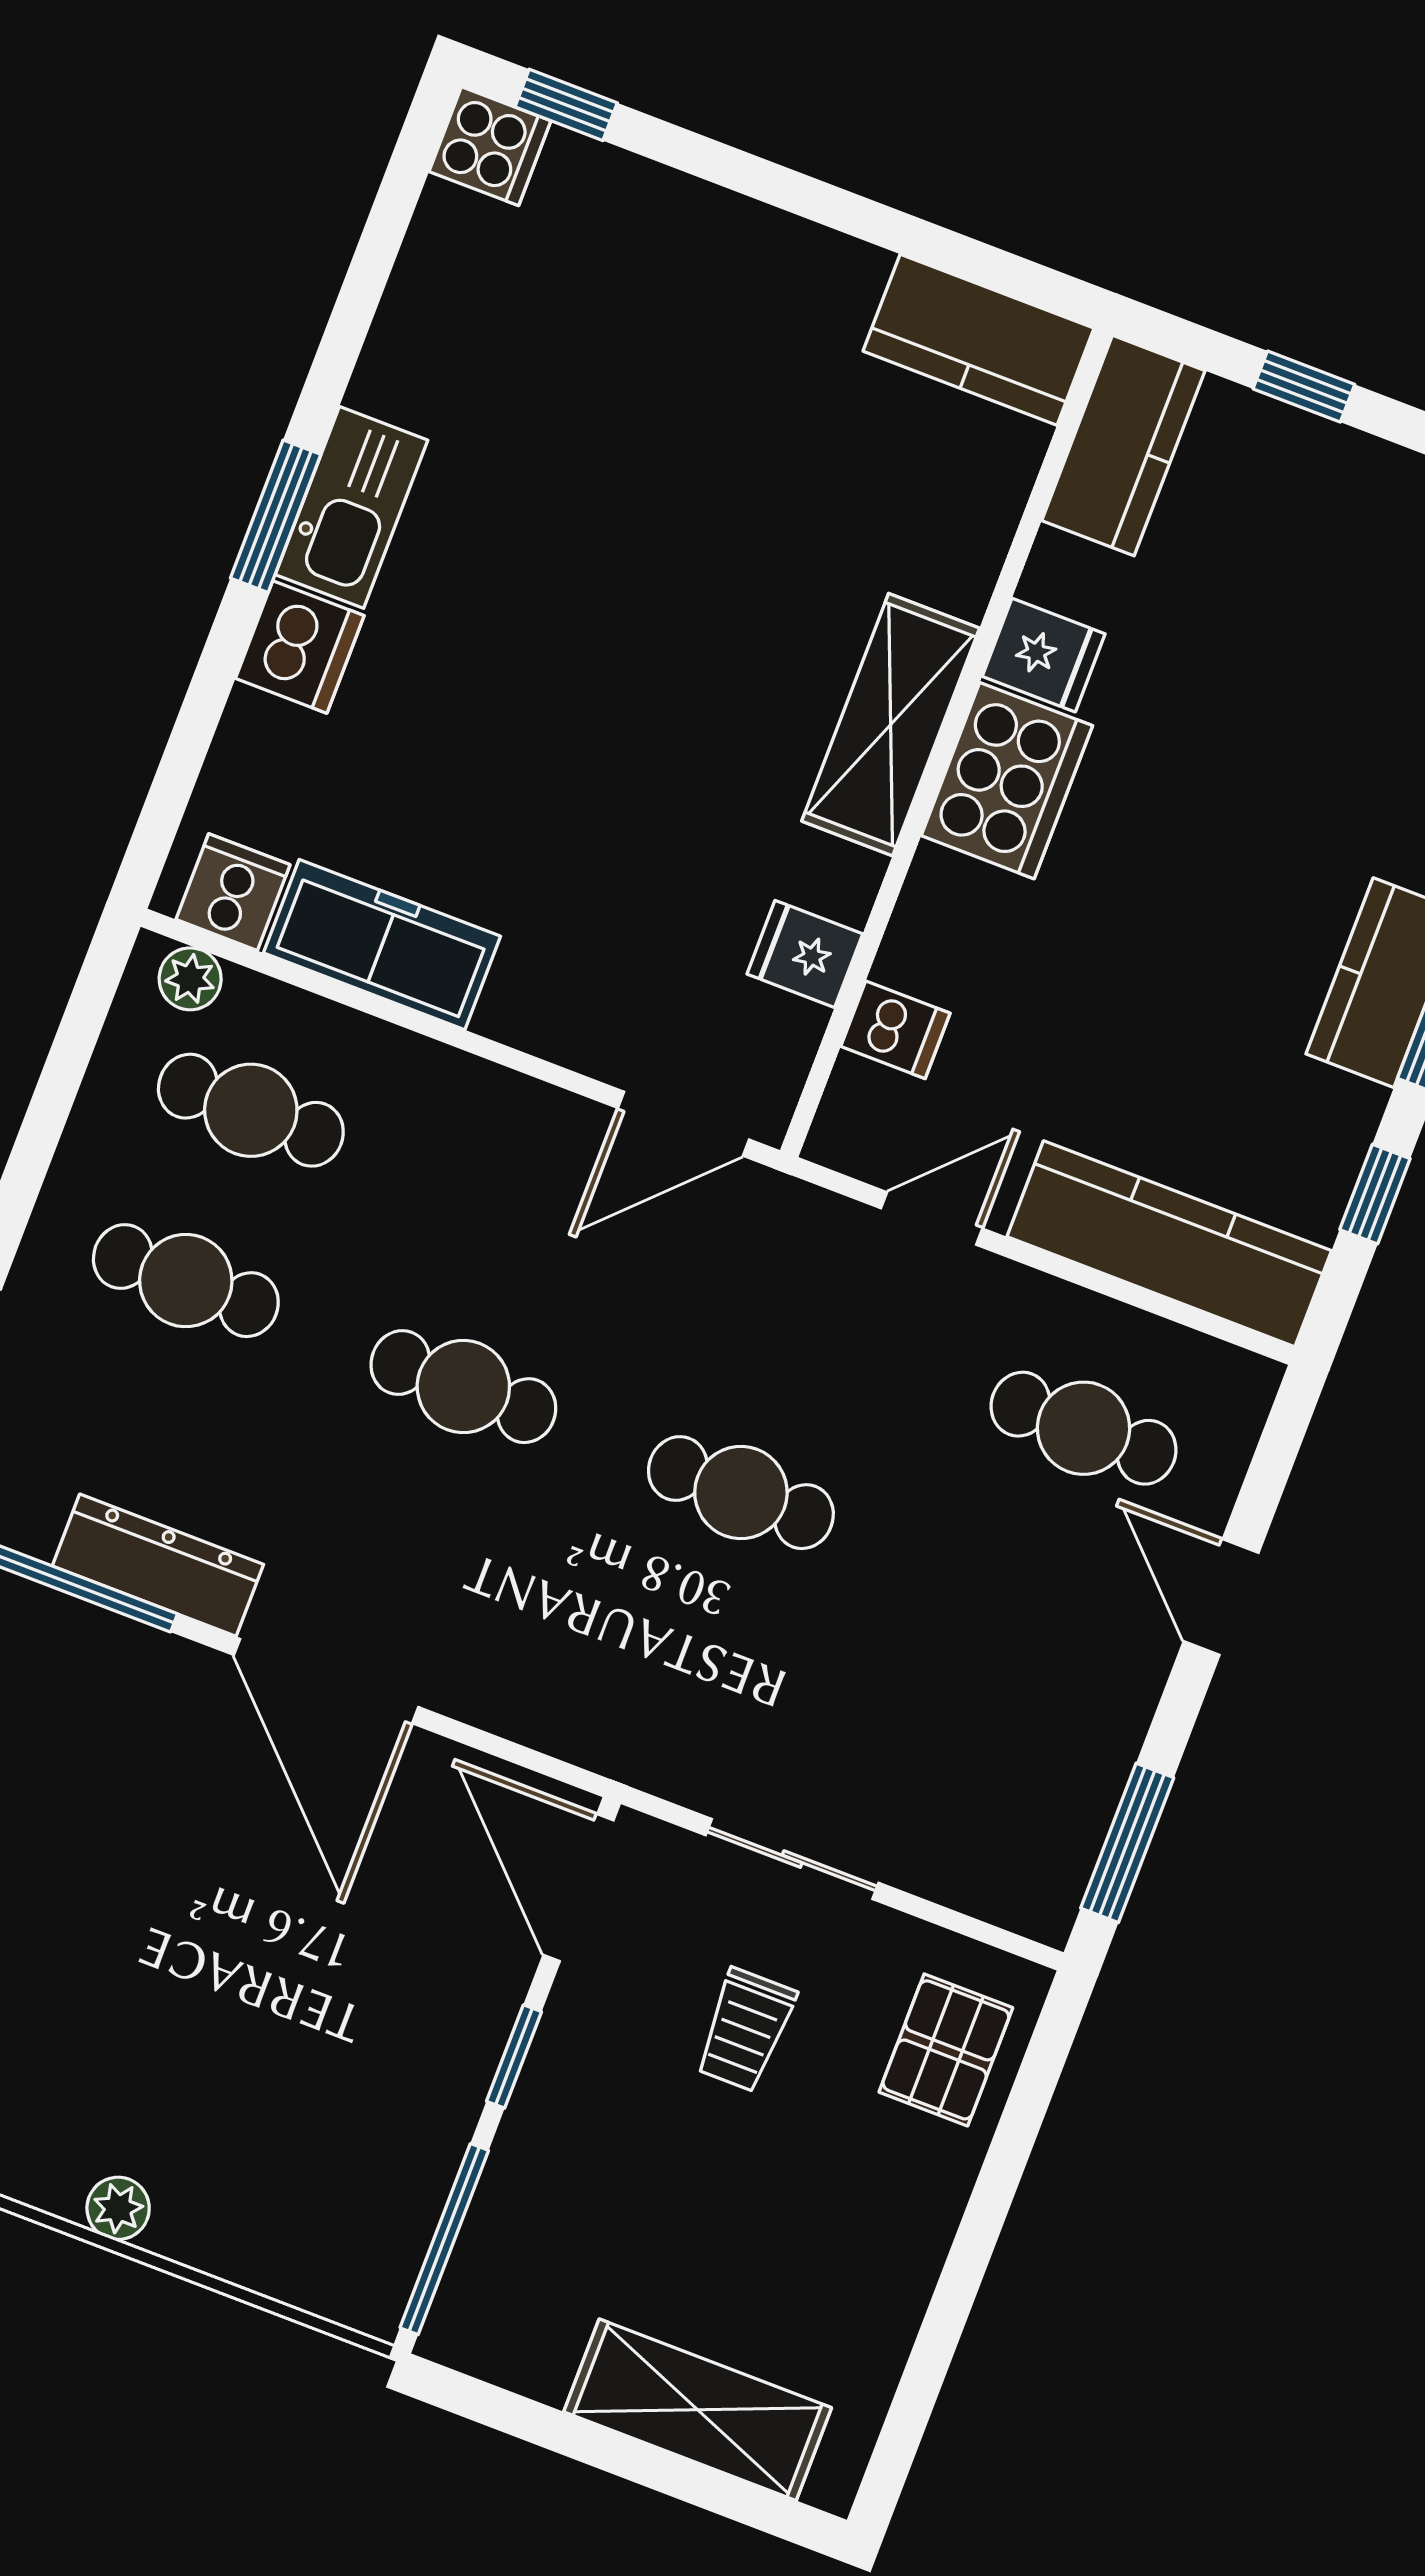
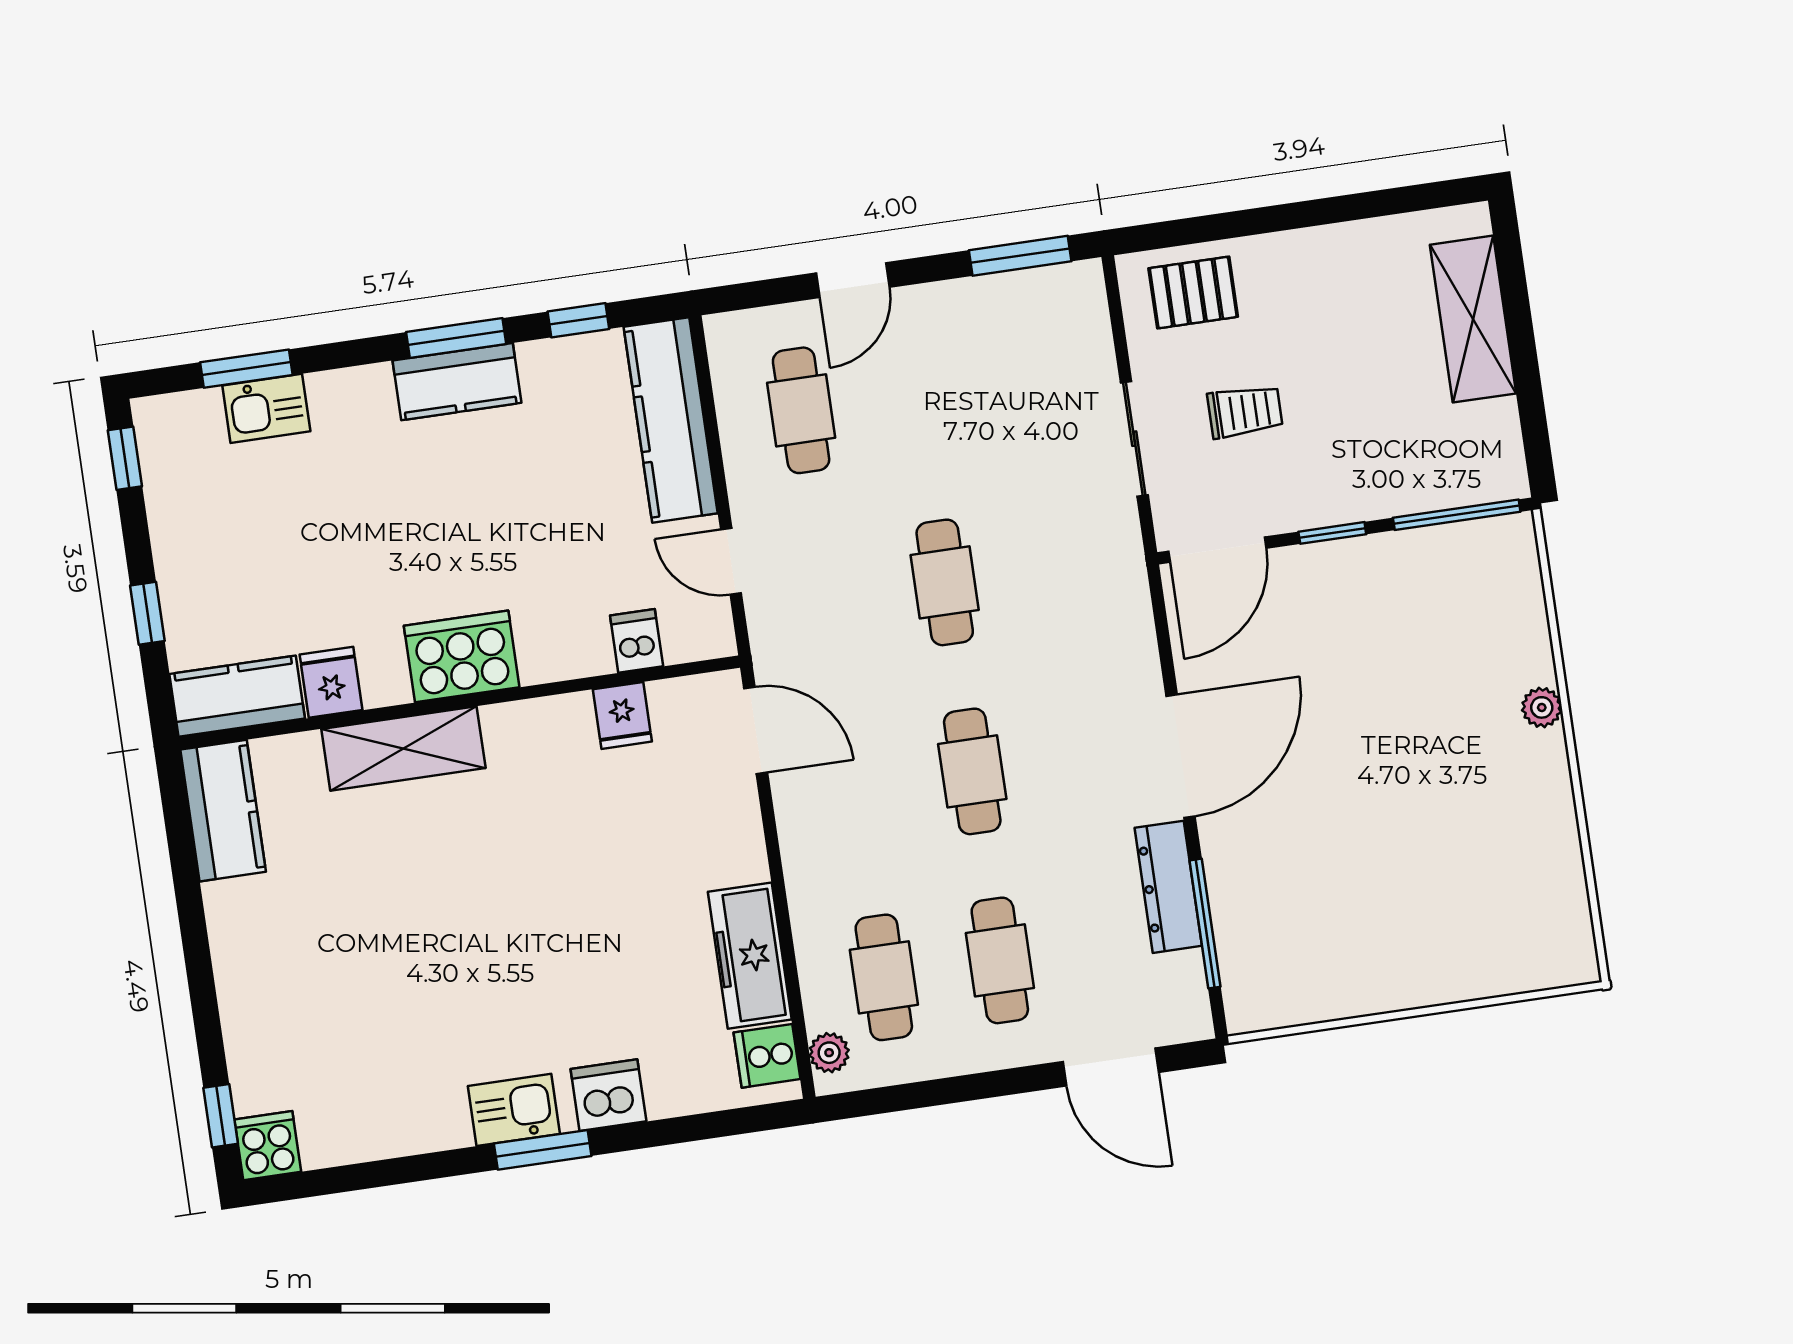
kitchen sink: (352, 507) -> (514, 1110), width x0.73
fridge: (1044, 655) -> (331, 682), moved
shelving: (891, 725) -> (403, 749), moved

